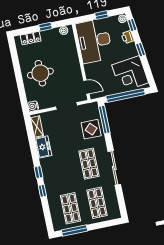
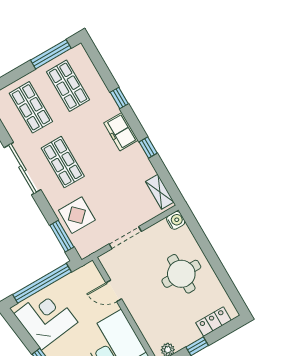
door: (86, 87) -> (114, 291), moved
window: (104, 120) -> (62, 236), width x0.69
freezer: (43, 147) -> (121, 132), moved
window: (38, 172) -> (148, 147), moved

